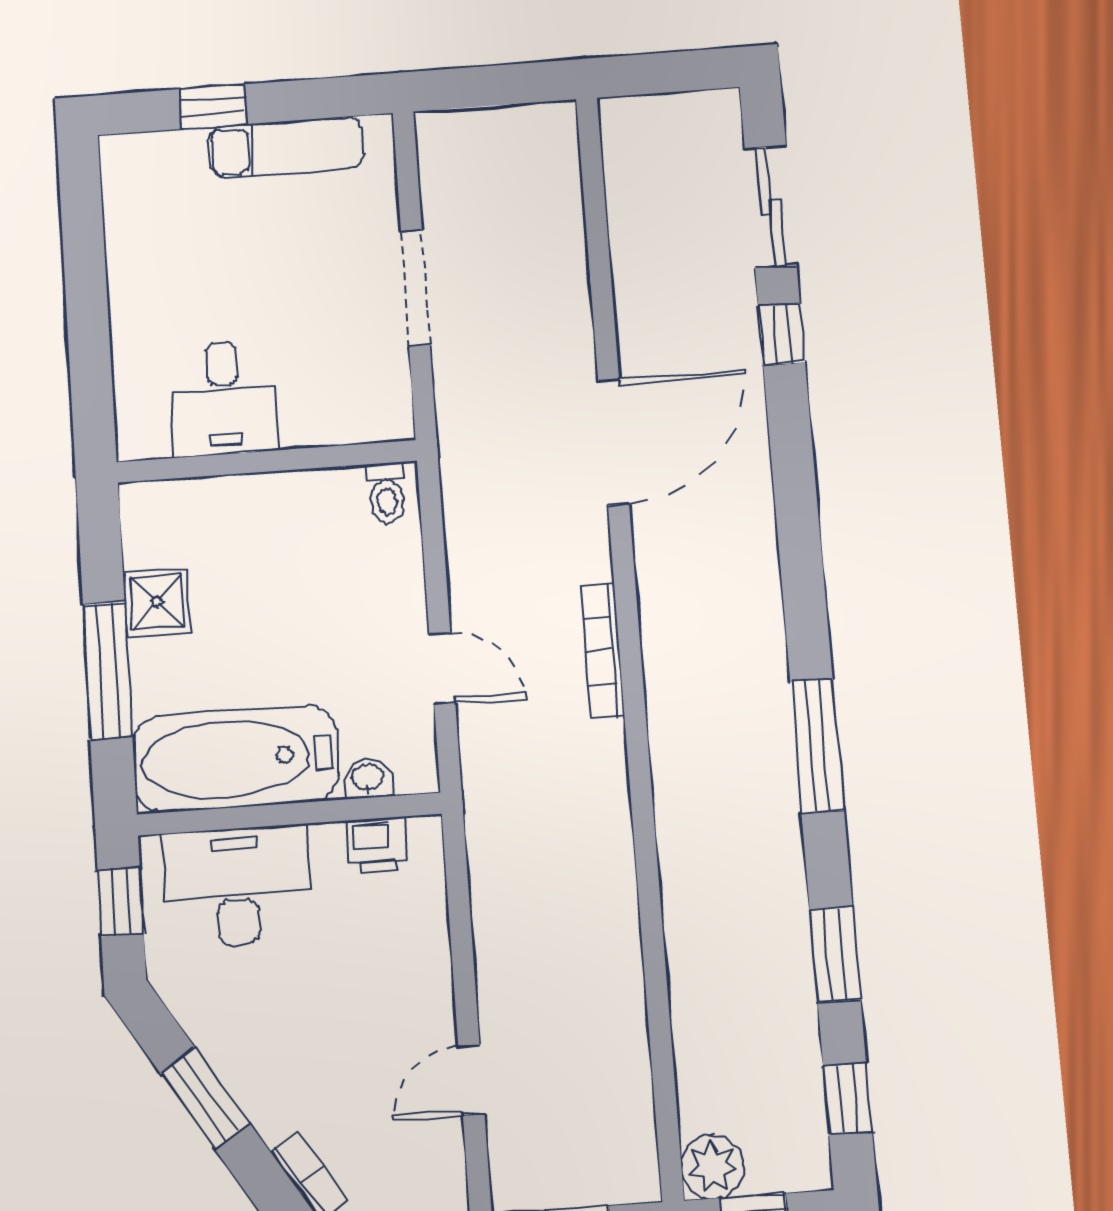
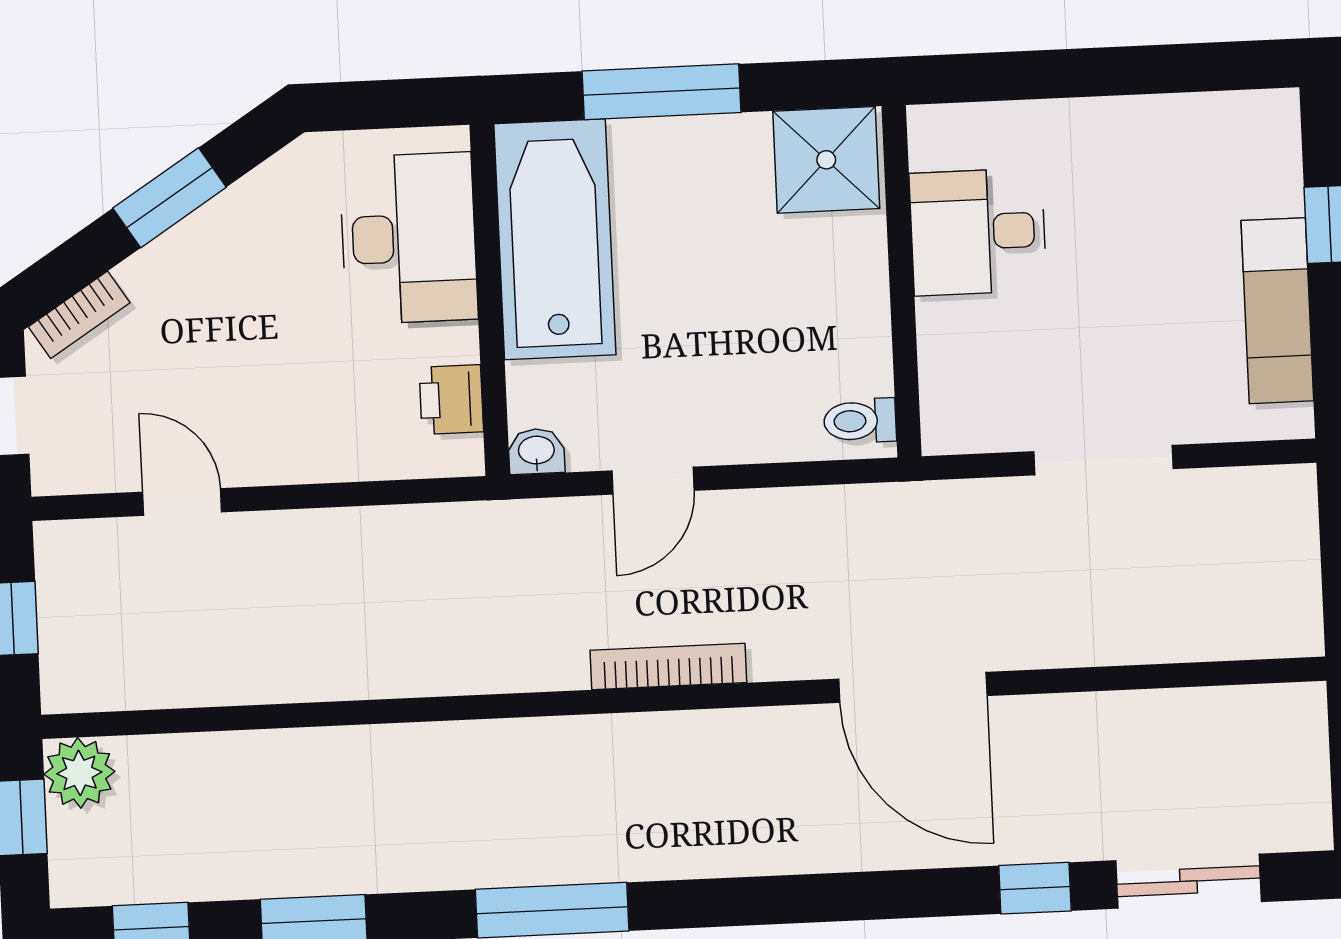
shower: (157, 602) -> (826, 160), moved, width x1.36, depth x1.36
washbasin: (368, 778) -> (536, 451), moved, turned -90
window: (121, 902) -> (394, 104), removed

